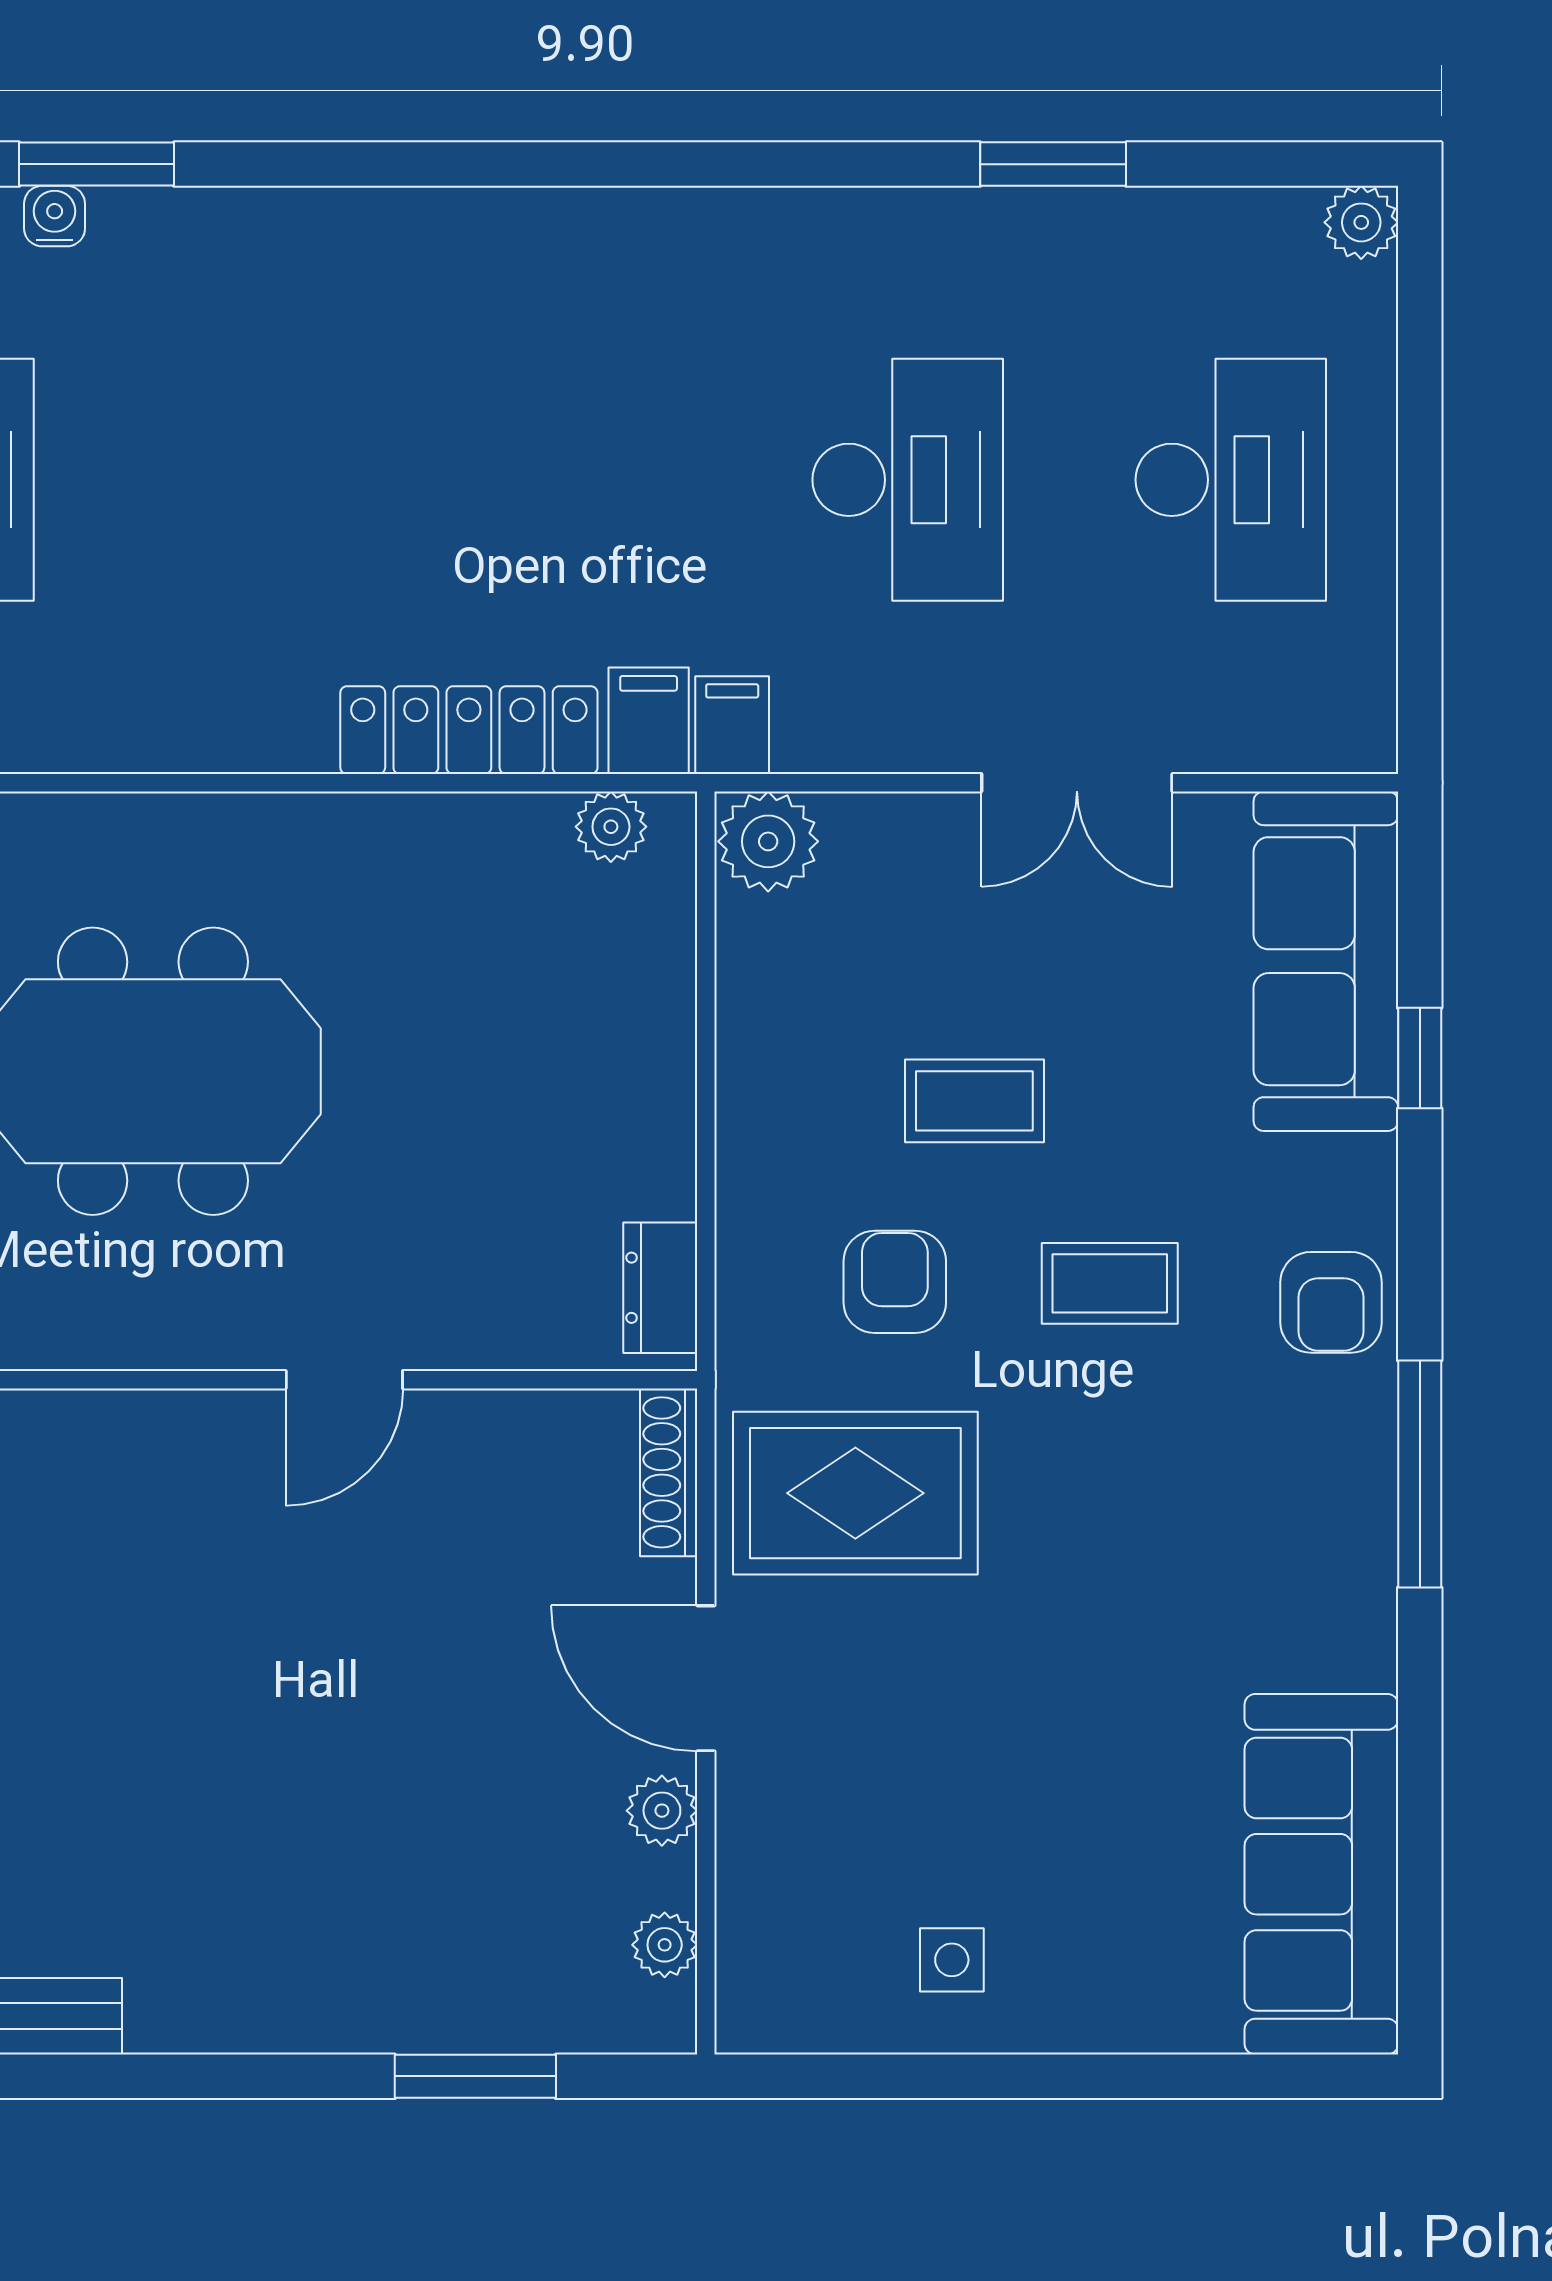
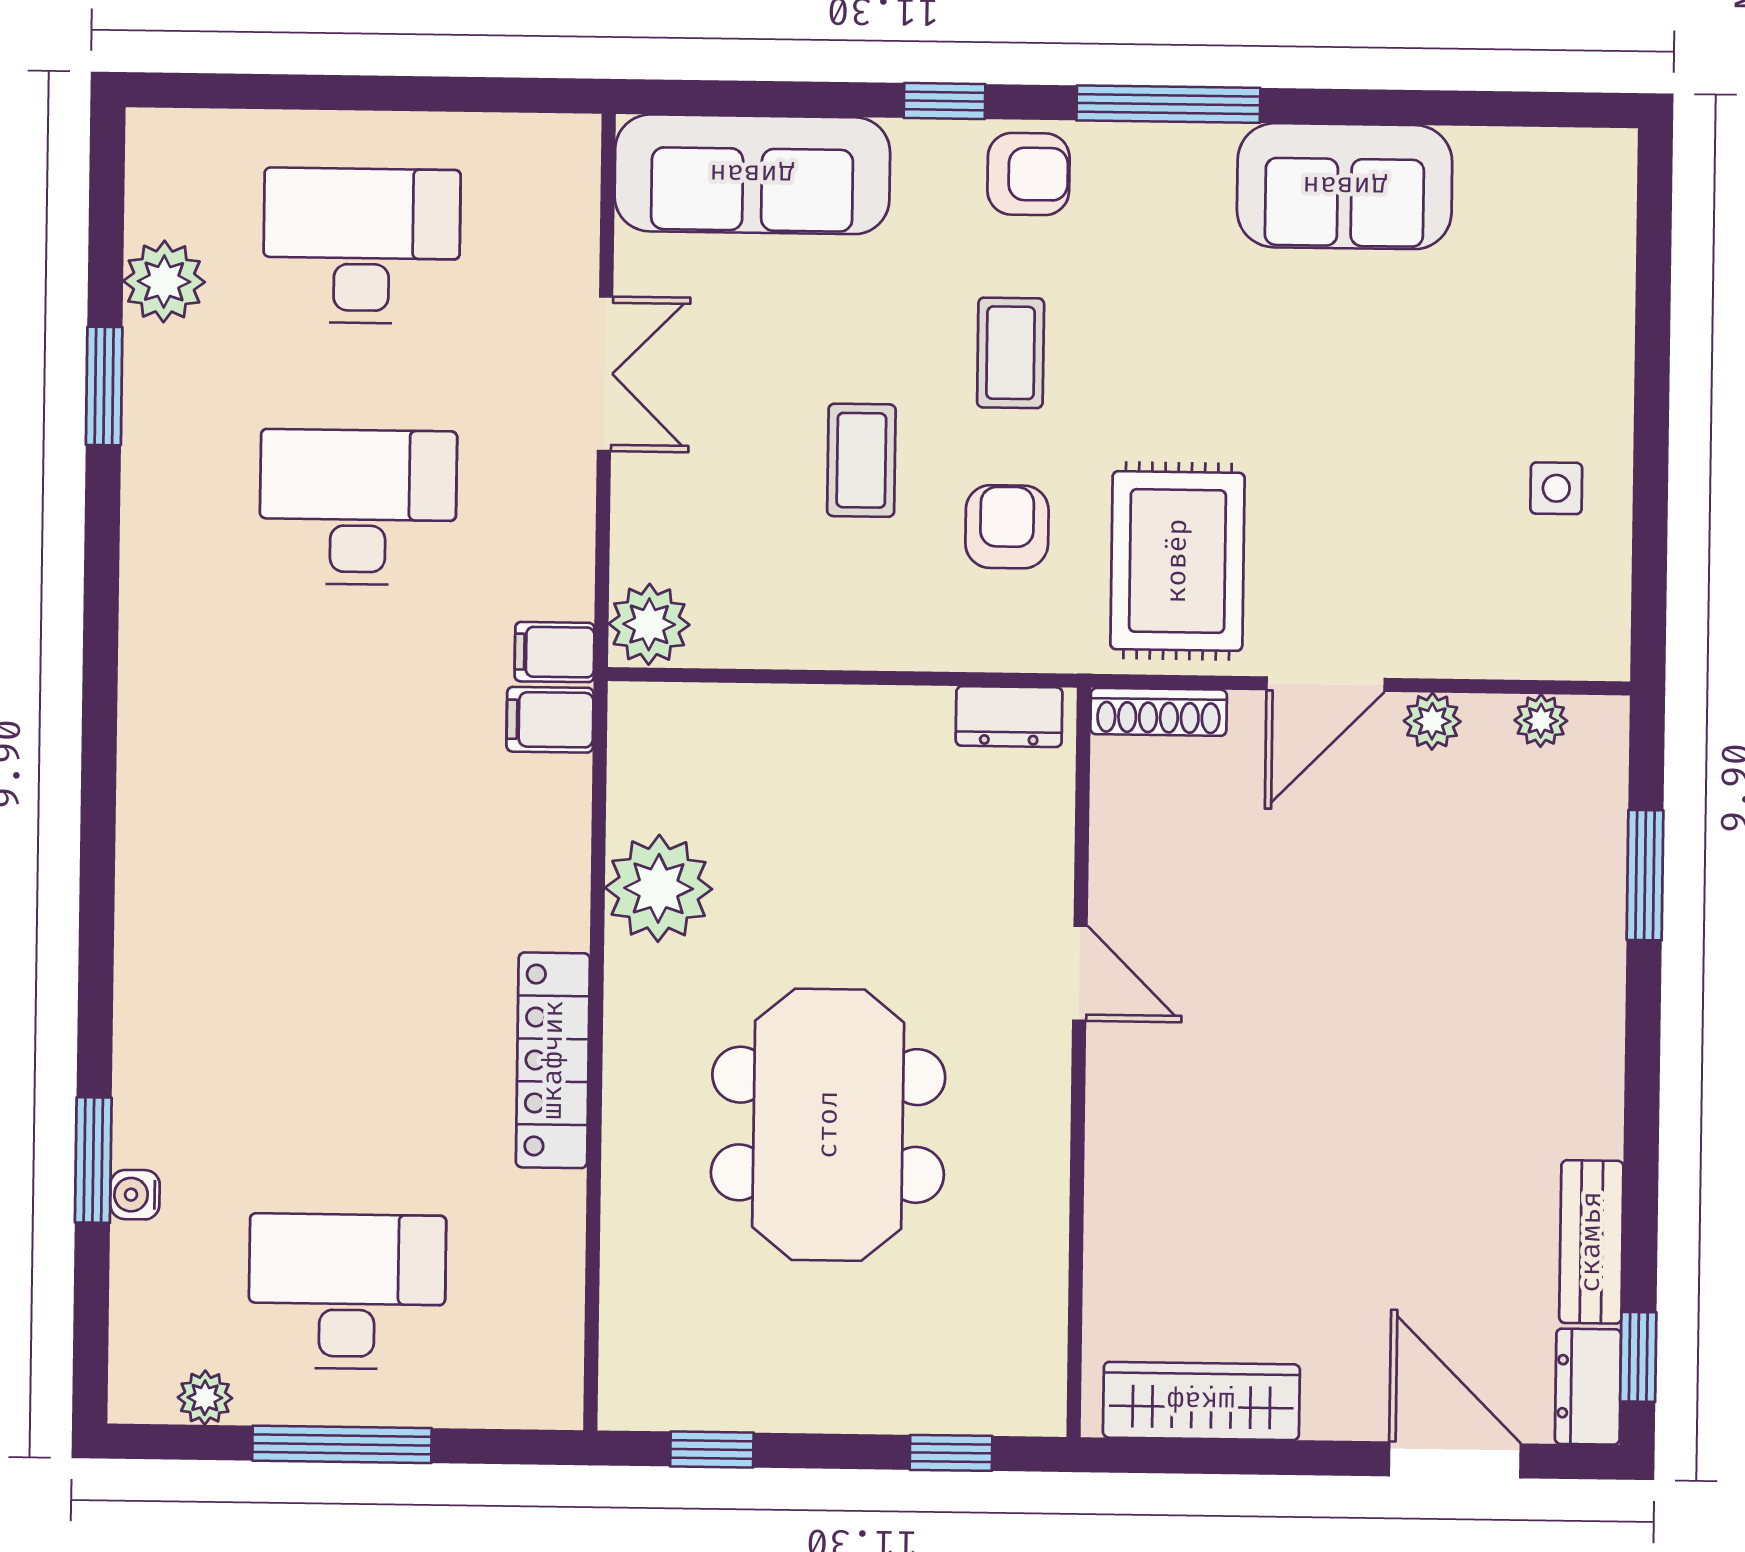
plant: (1361, 222) -> (164, 281), moved, width x1.38, depth x1.38
locker: (469, 730) -> (553, 1060), moved
plant: (611, 827) -> (659, 888), moved, width x1.88, depth x1.88
window: (1420, 1058) -> (945, 101), moved
armchair: (895, 1282) -> (1007, 527), turned 90
sofa: (1321, 1874) -> (1345, 186), moved, width x0.73

